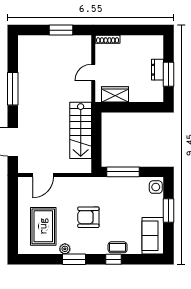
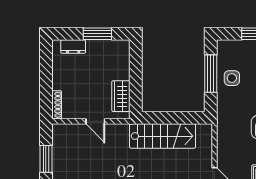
dresser: (158, 70) -> (73, 47), moved
window: (123, 172) -> (211, 74), moved
side table: (156, 187) -> (232, 78), moved

